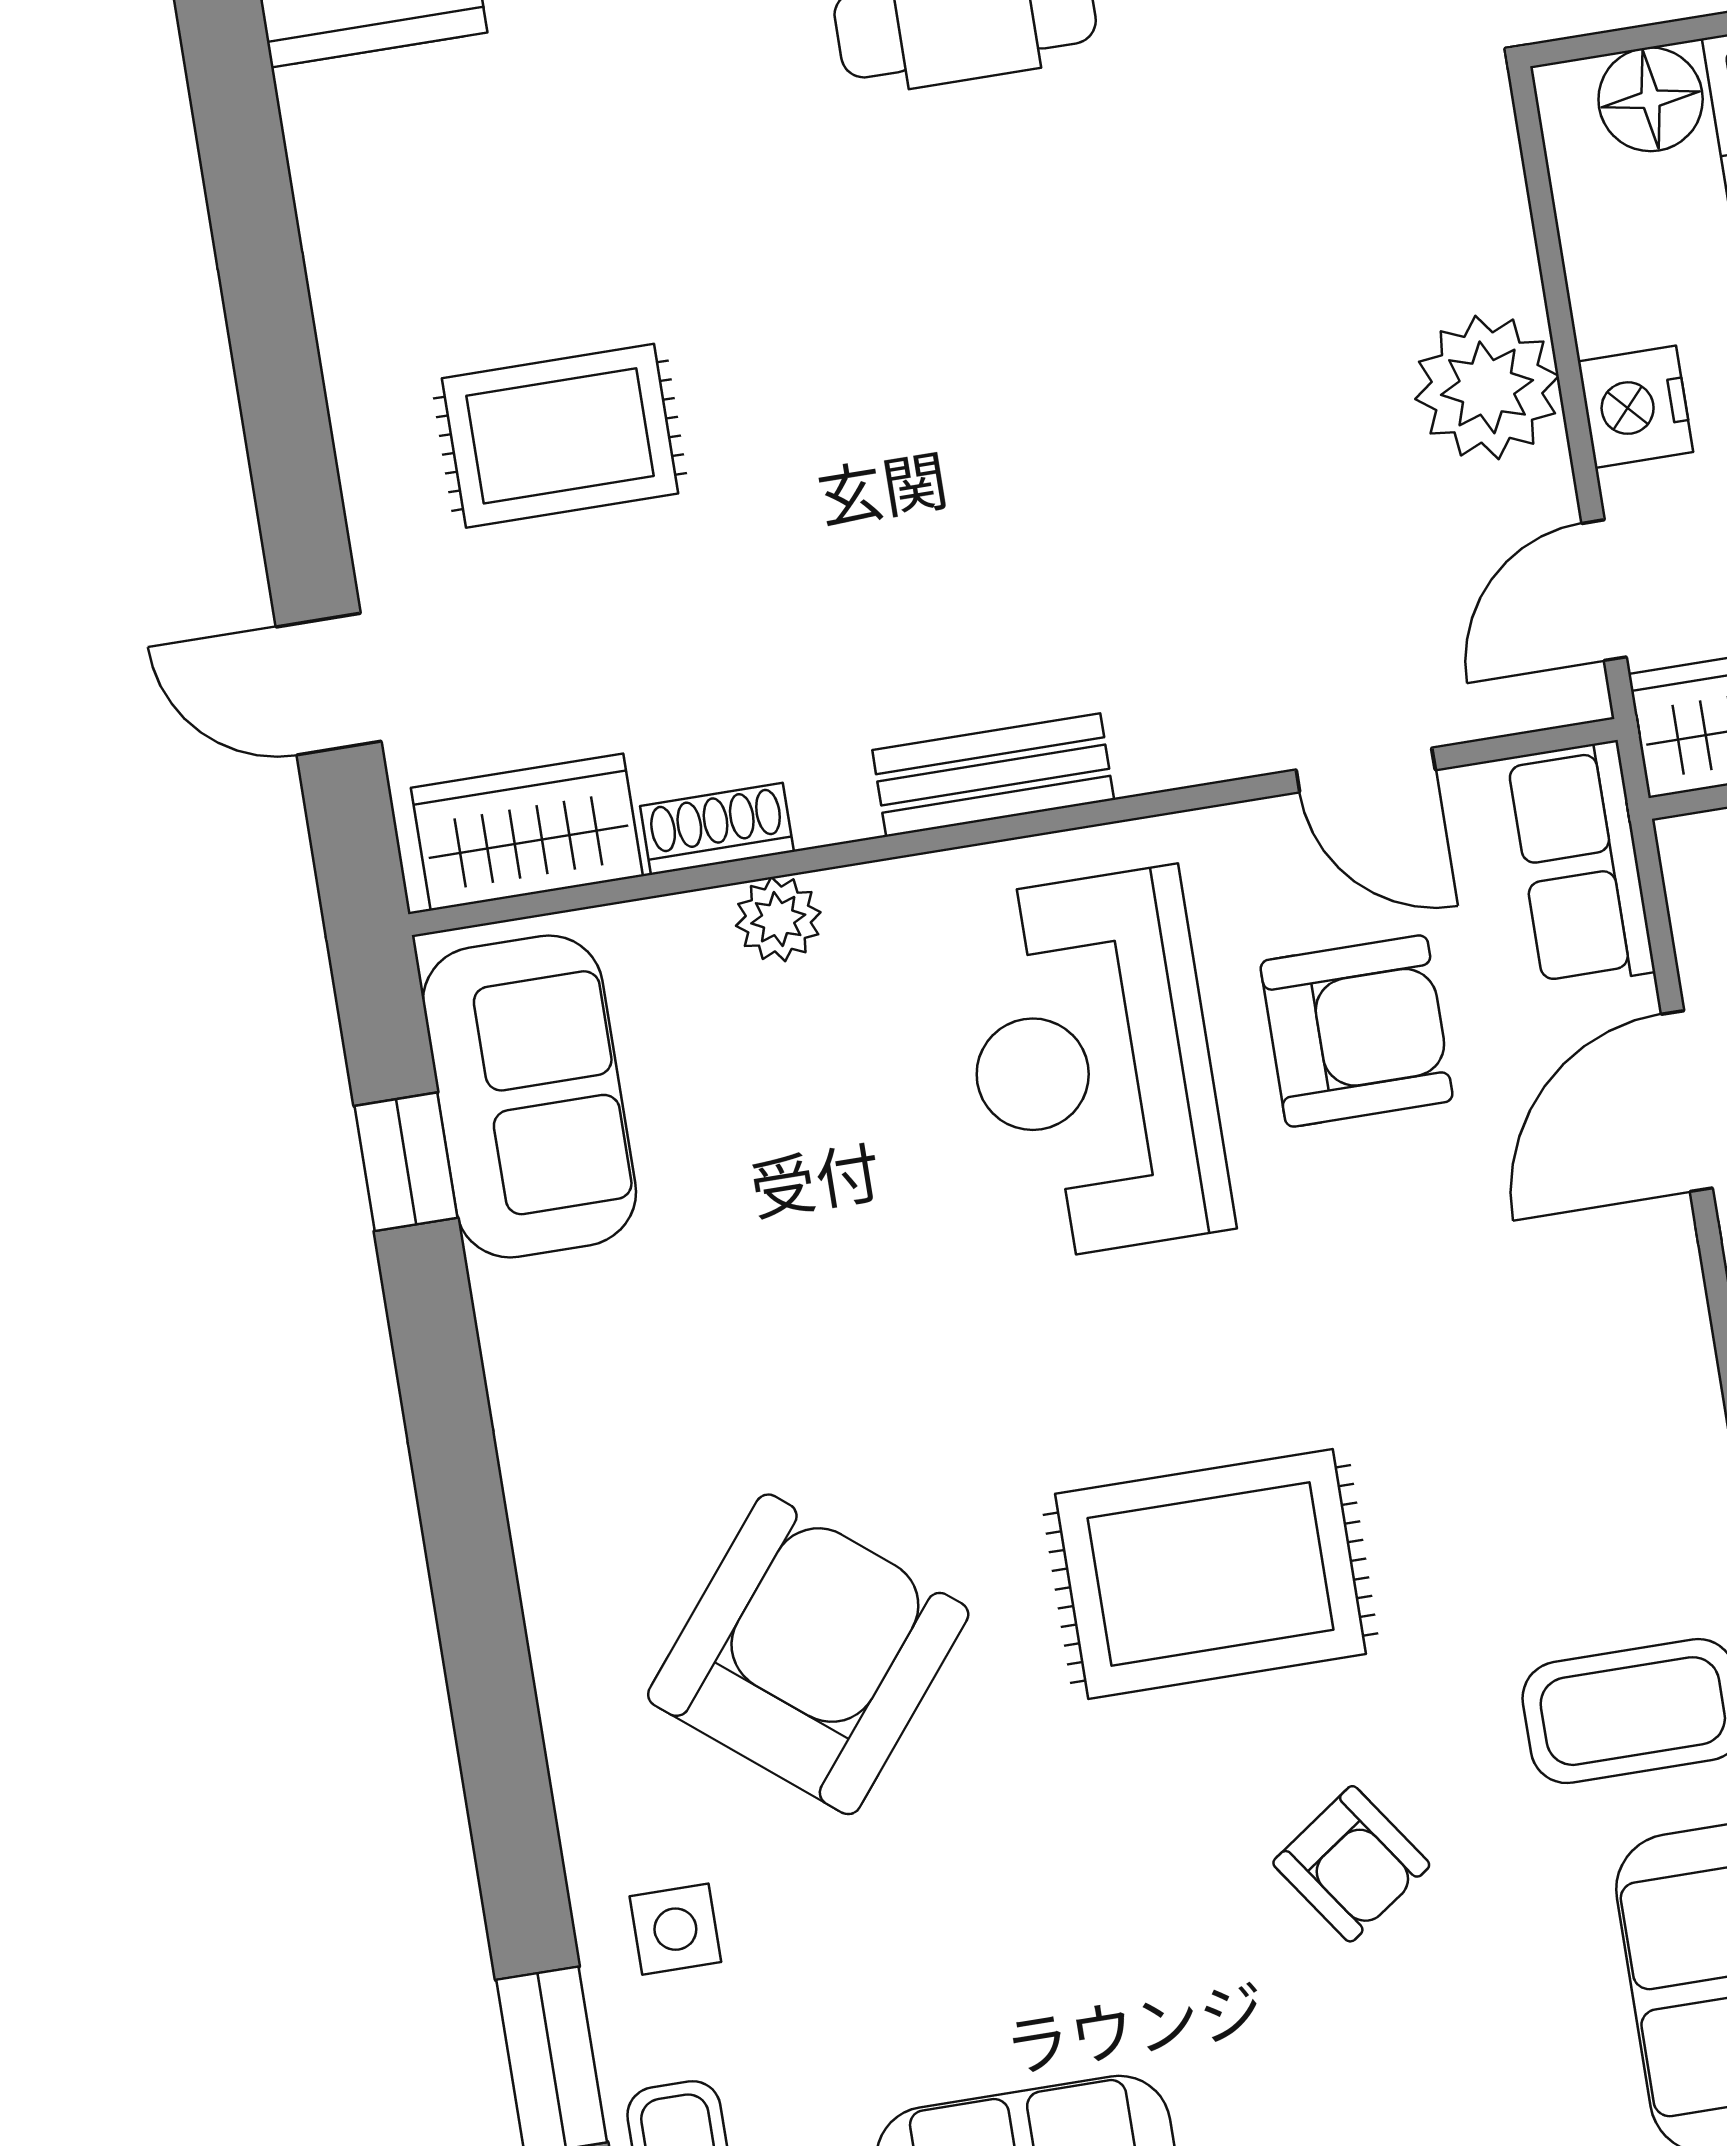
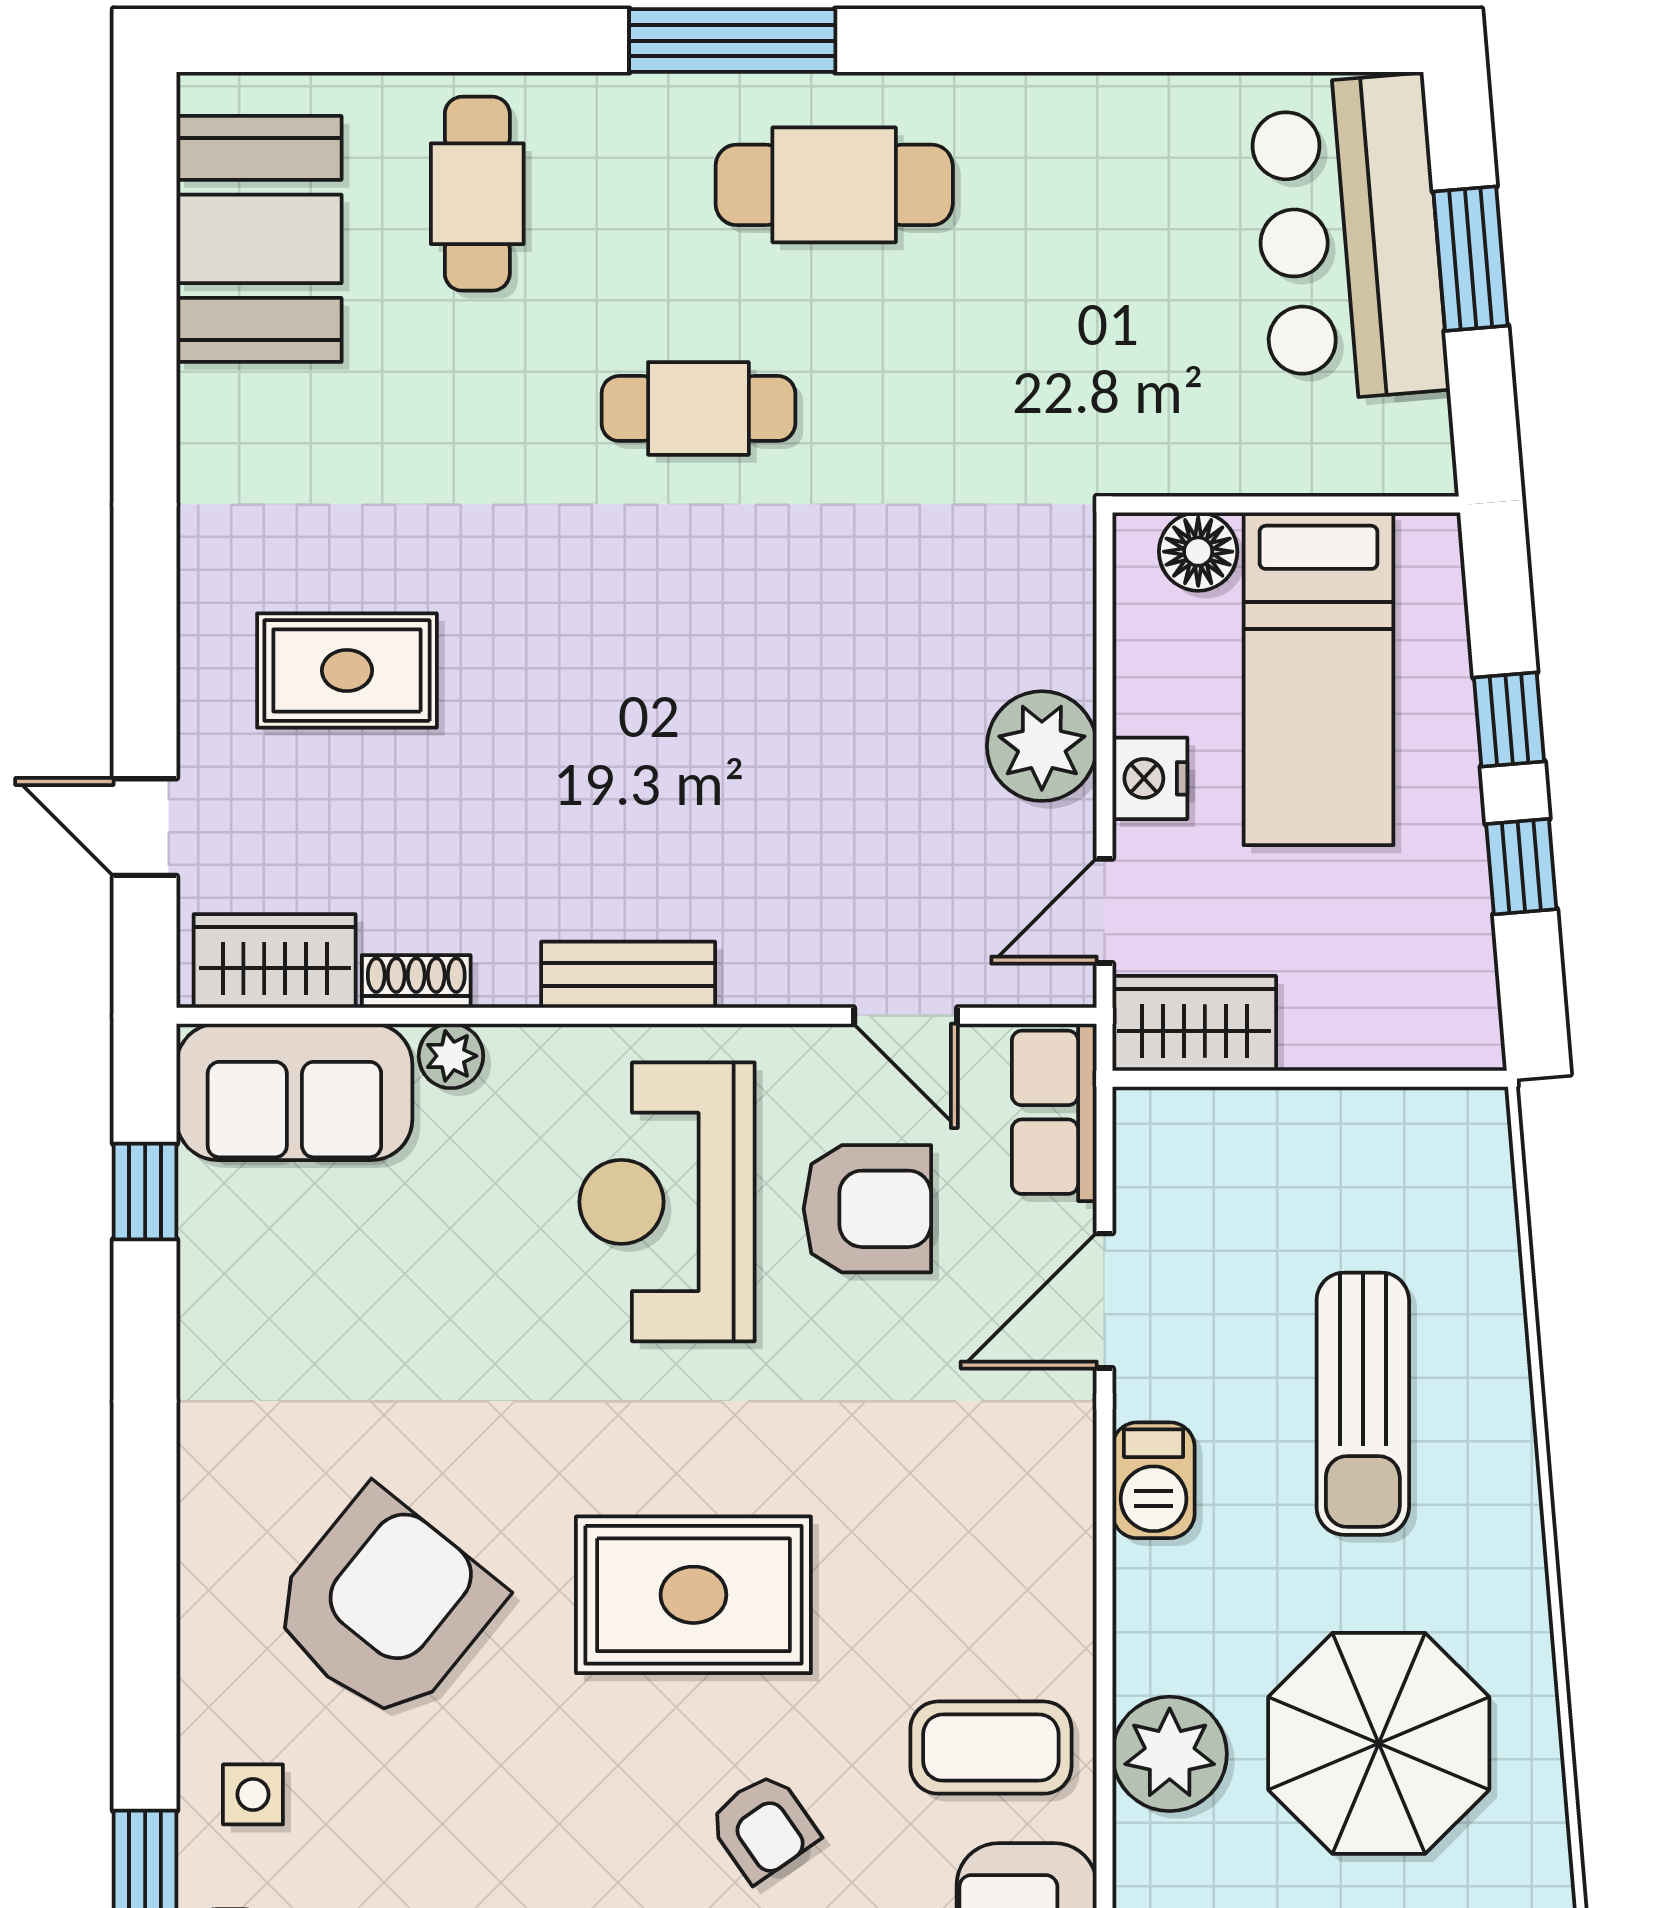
sofa: (529, 1096) -> (294, 1092), moved, turned 90

